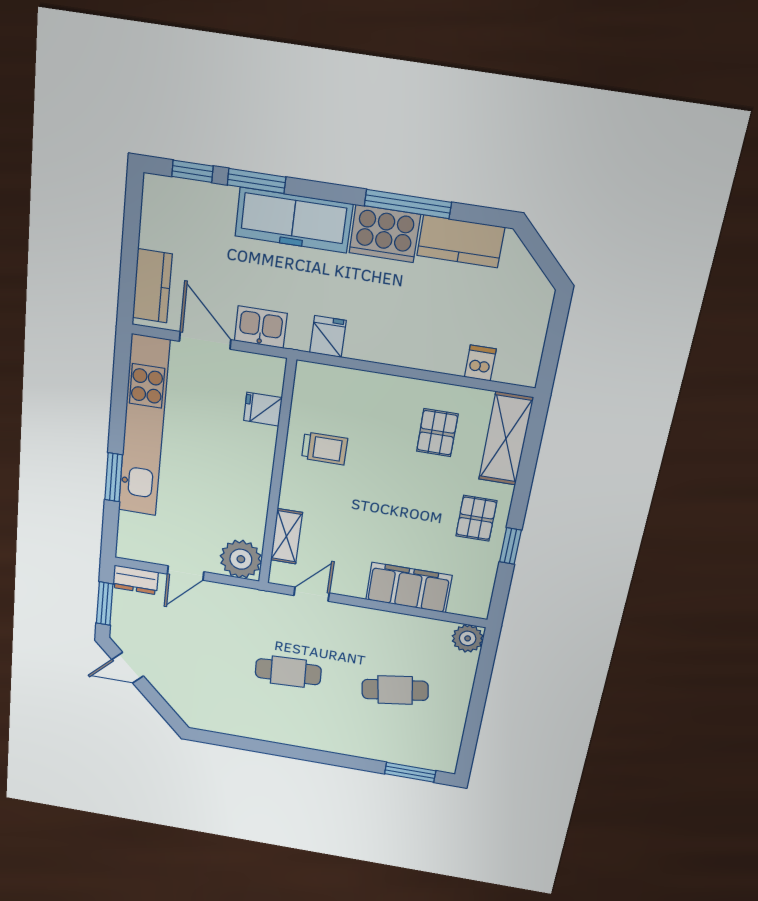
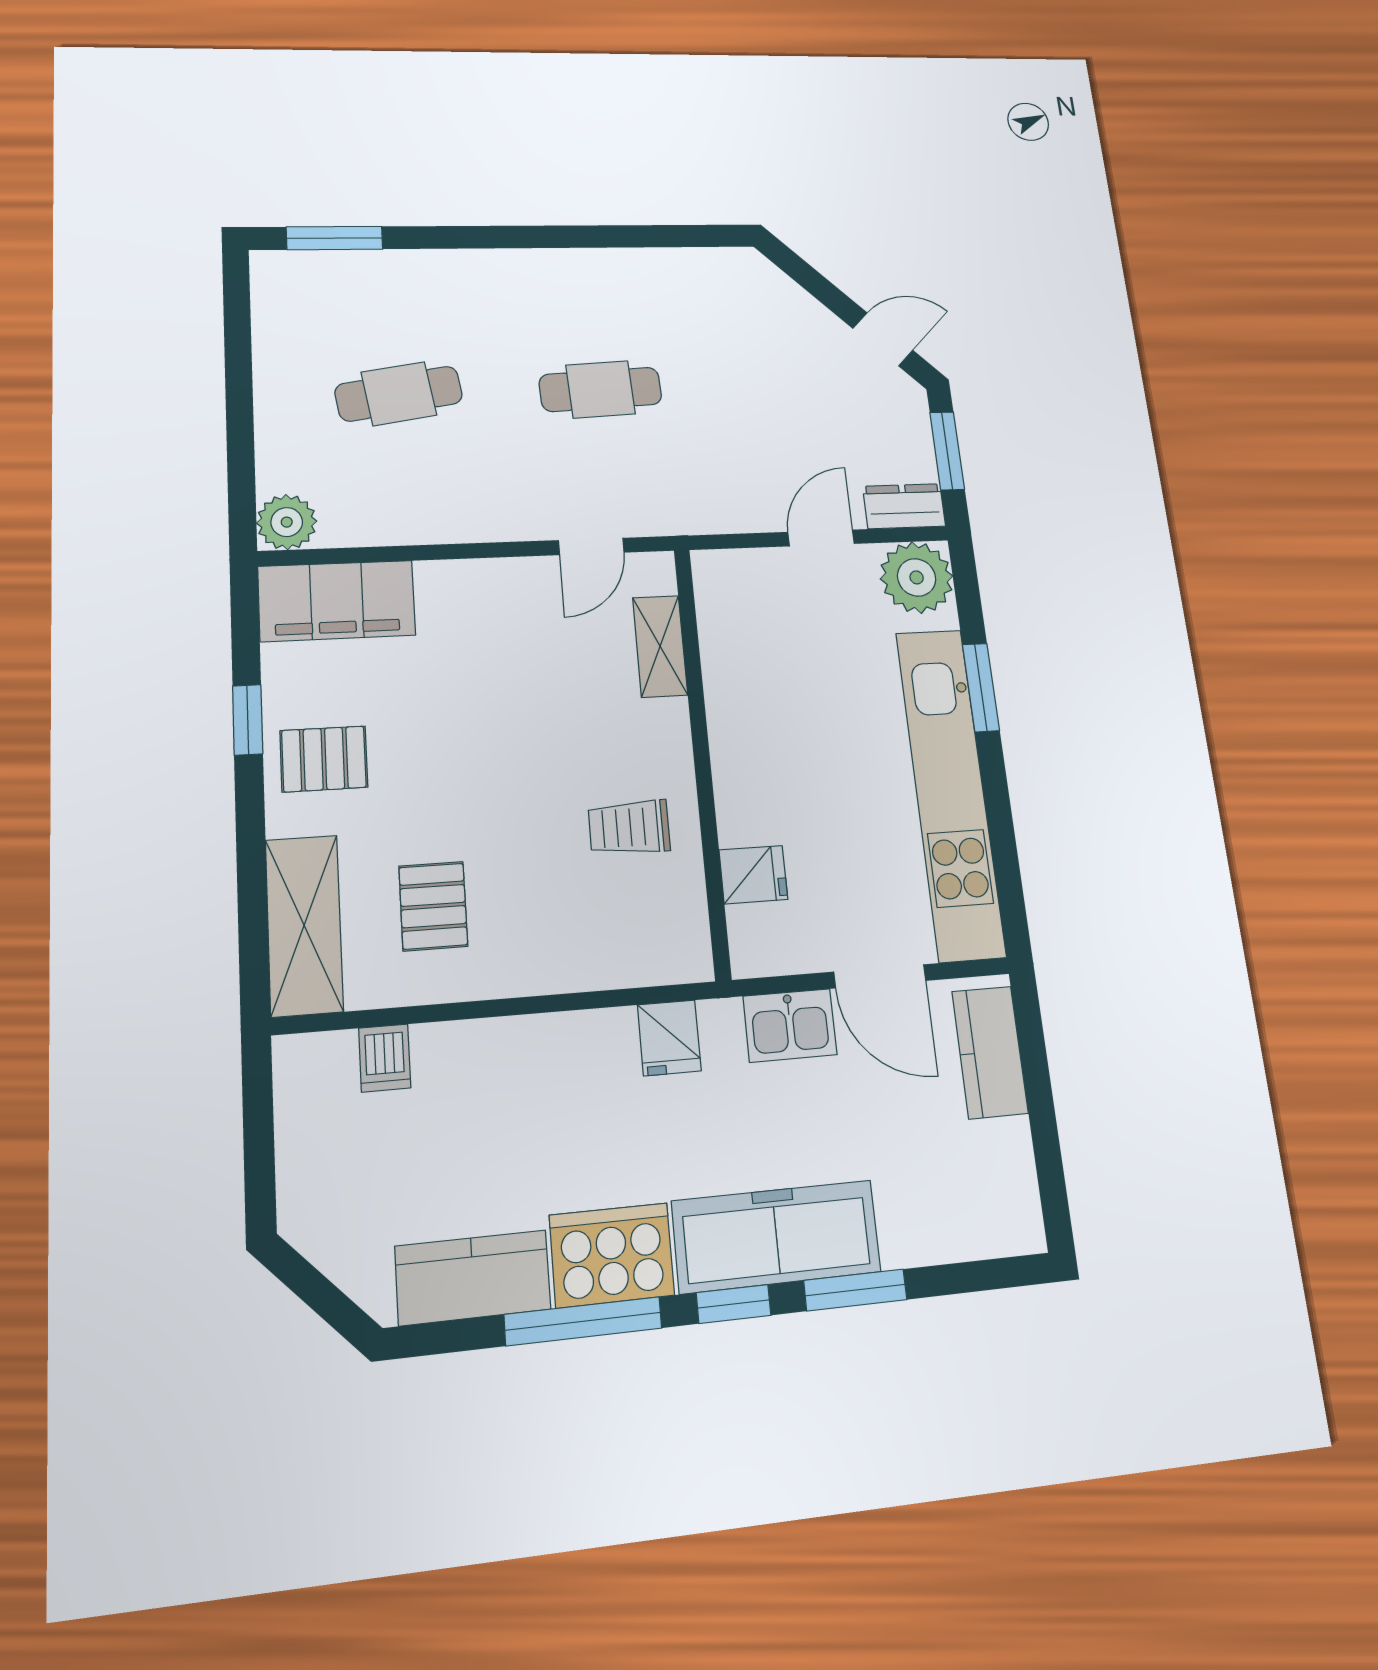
window: (192, 171) -> (734, 1304), moved
pallet: (476, 518) -> (324, 759), turned 90
plant: (241, 559) -> (917, 577), moved
filing cabinet: (409, 588) -> (337, 601), moved

